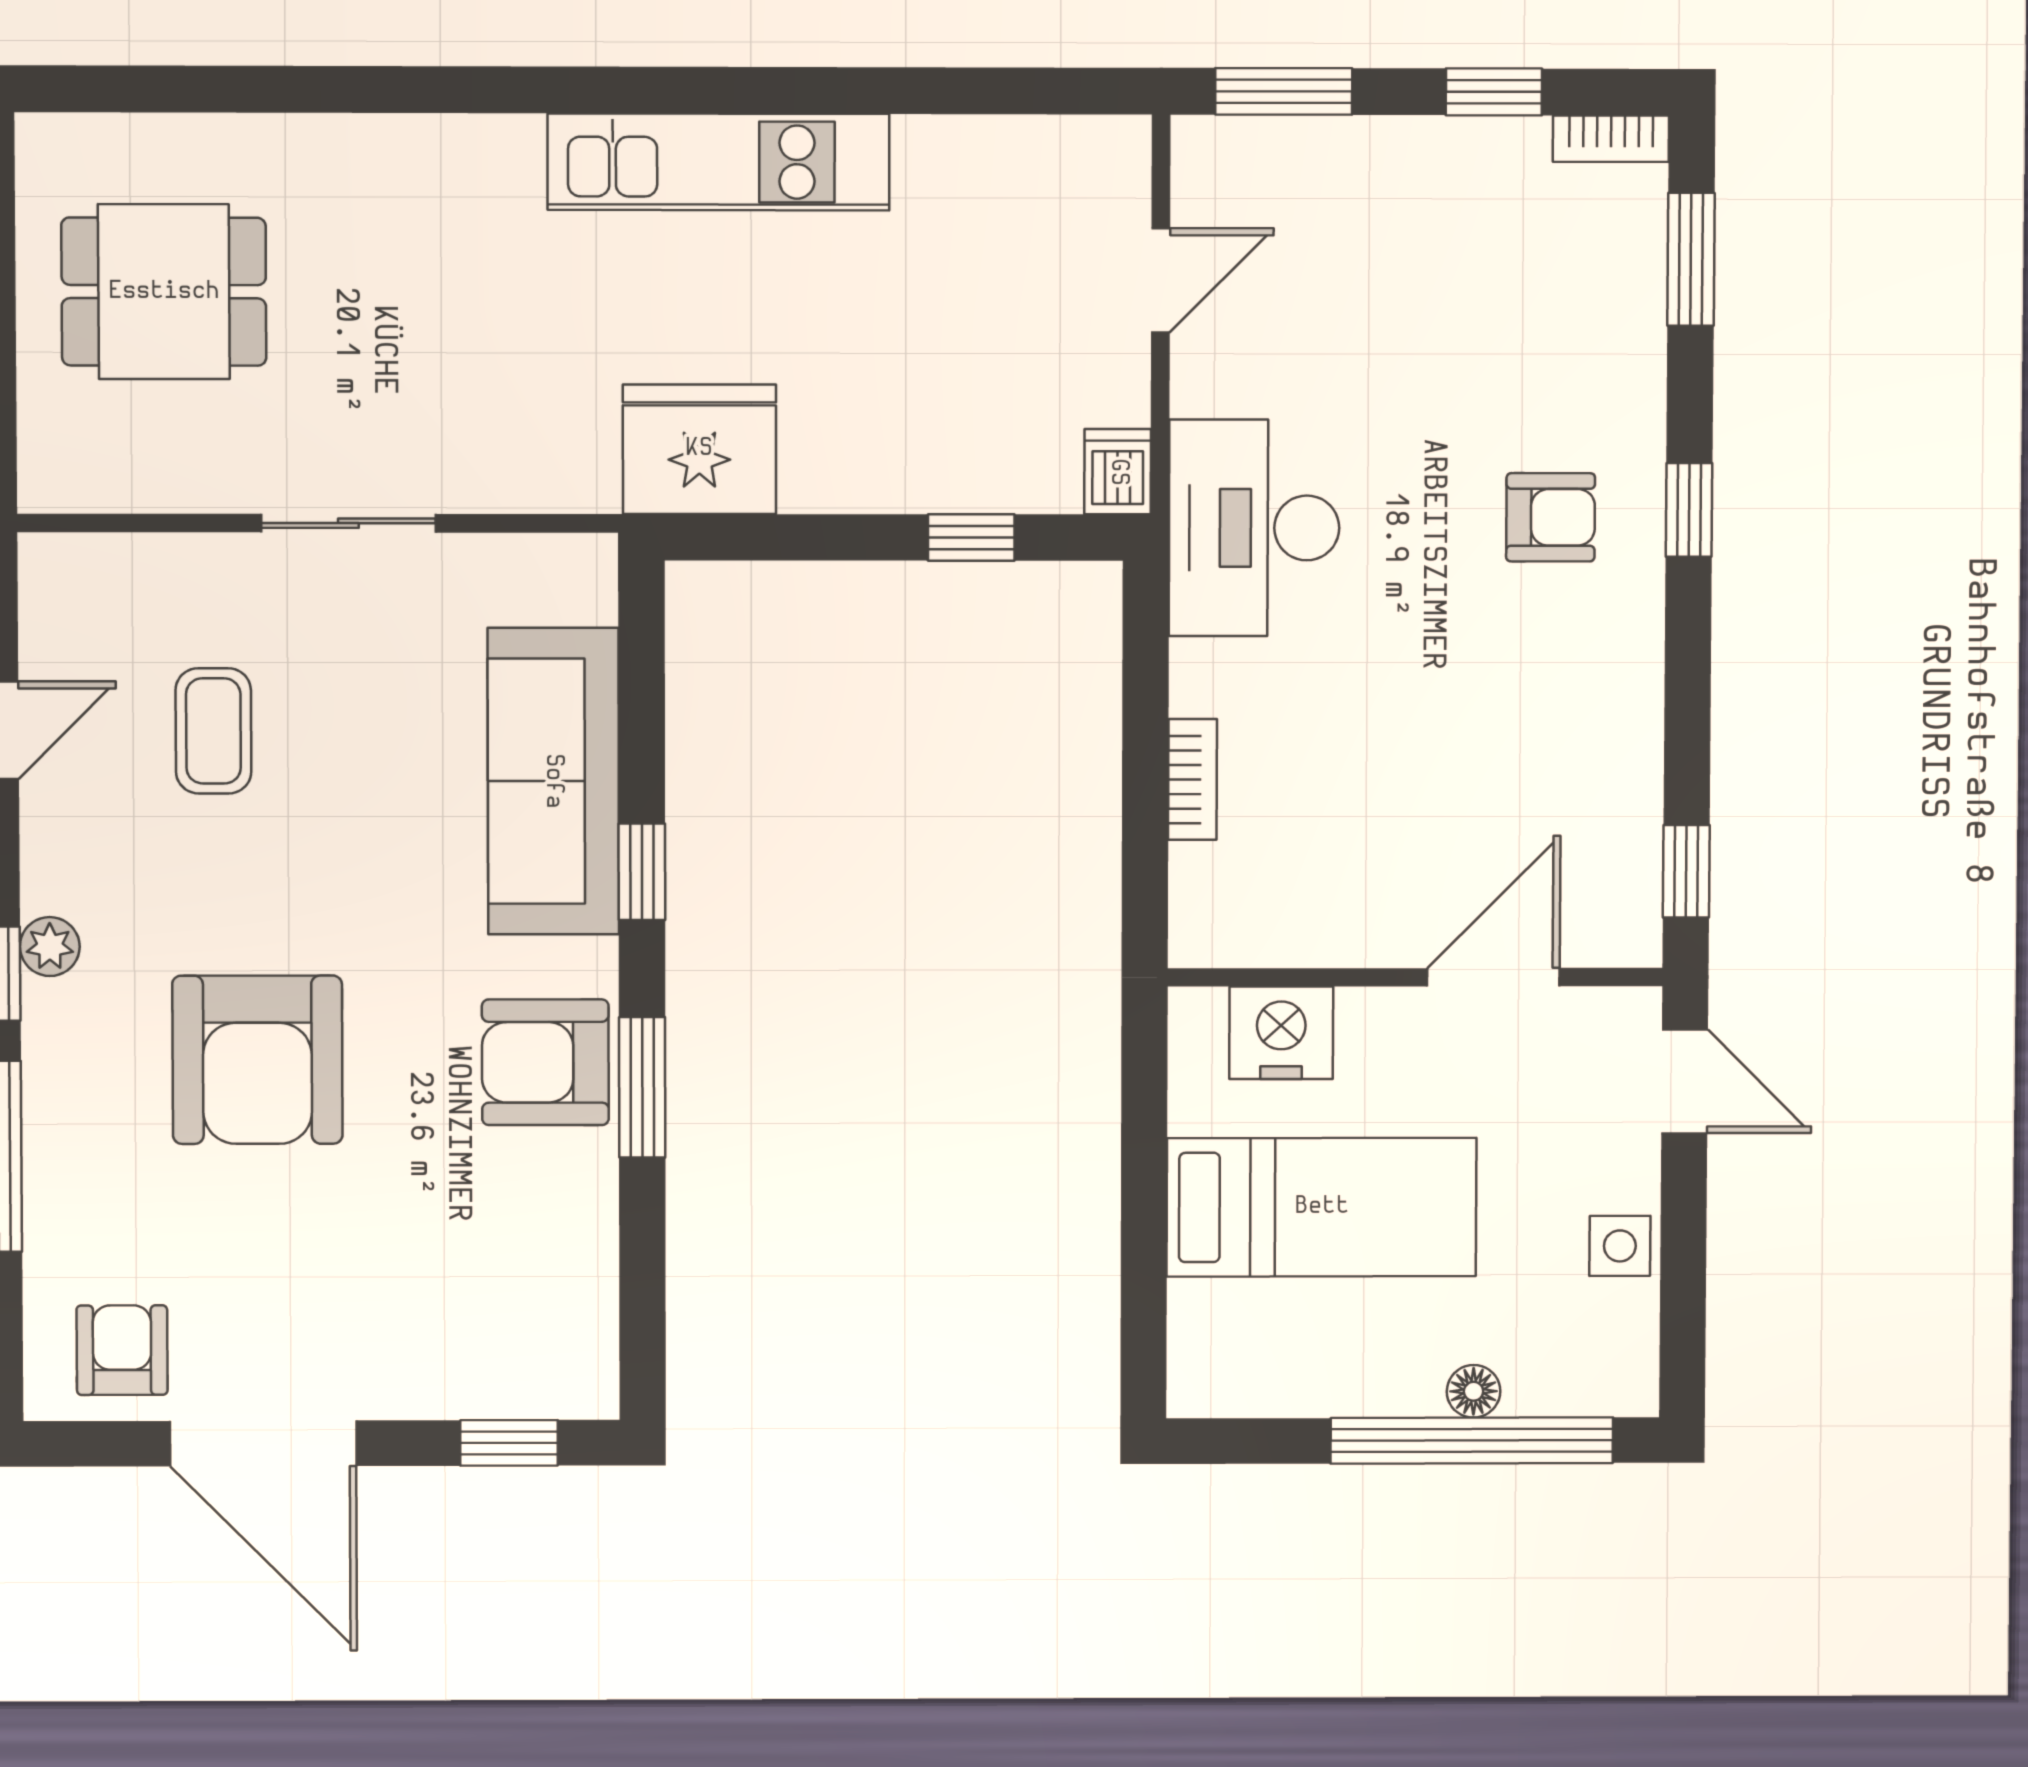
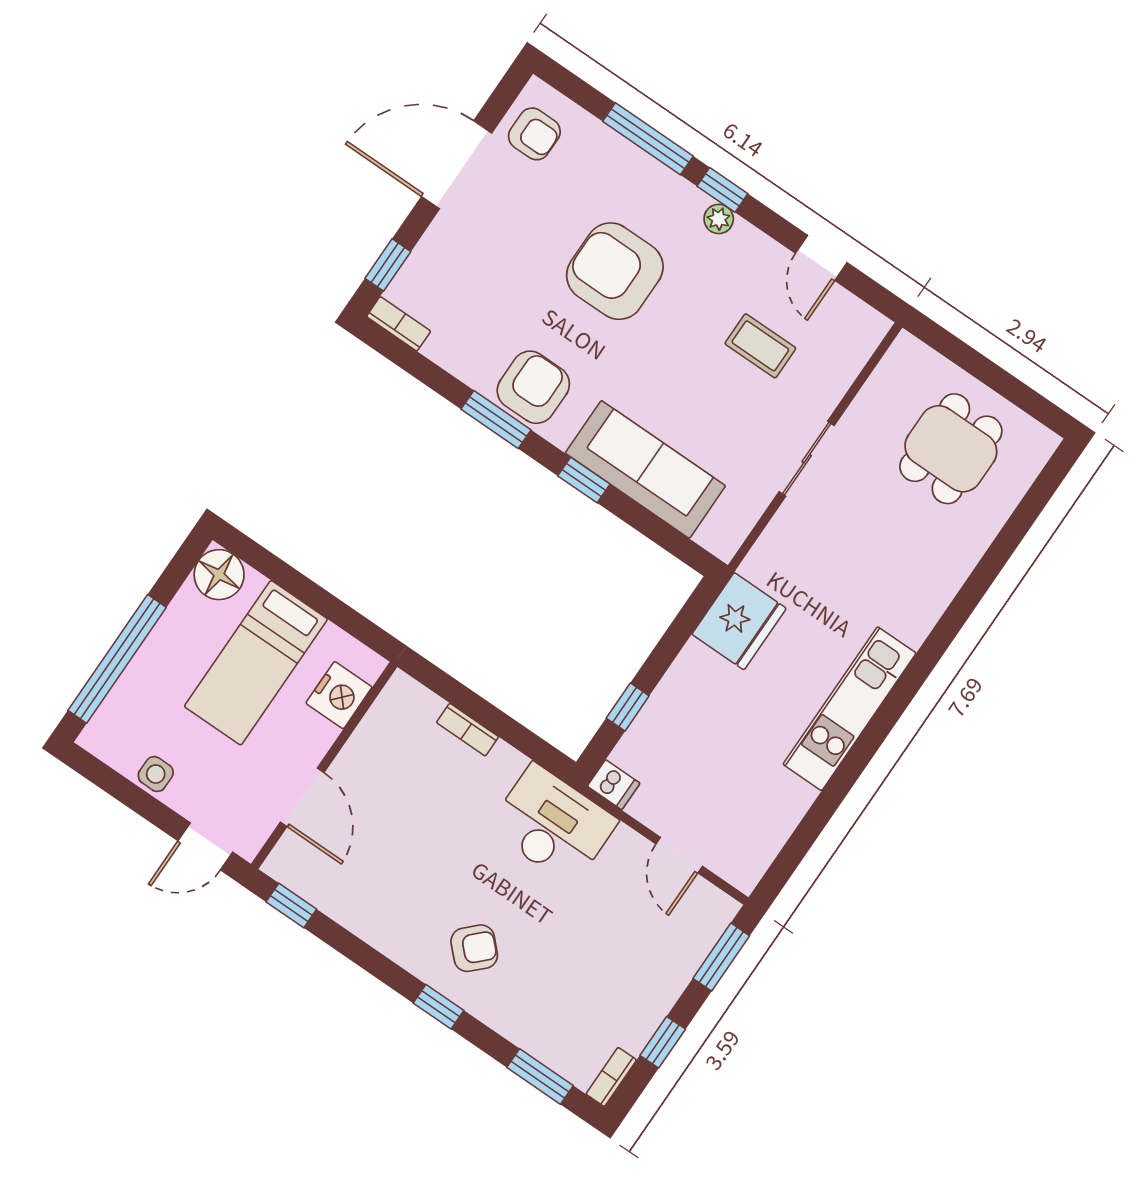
armchair: (1551, 517) -> (474, 948), turned -135
bookcase: (595, 1358) -> (399, 324), added
floor lamp: (1474, 1391) -> (219, 575), moved, width x1.89, depth x1.89

